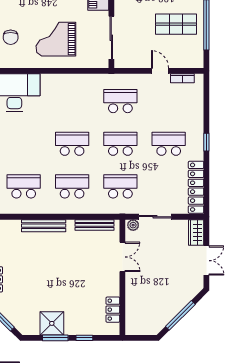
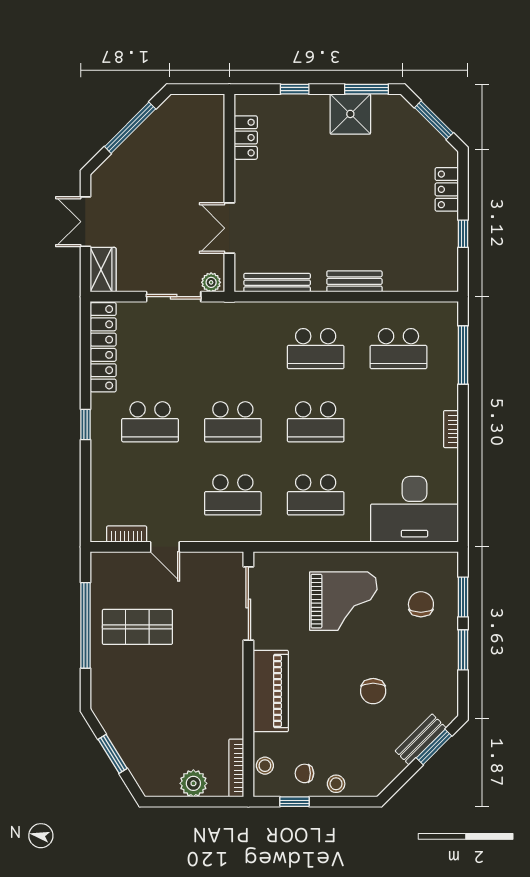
school desk: (120, 186) -> (316, 495), moved
bench: (44, 226) -> (354, 281), width x0.73
window: (55, 338) -> (366, 89), moved

